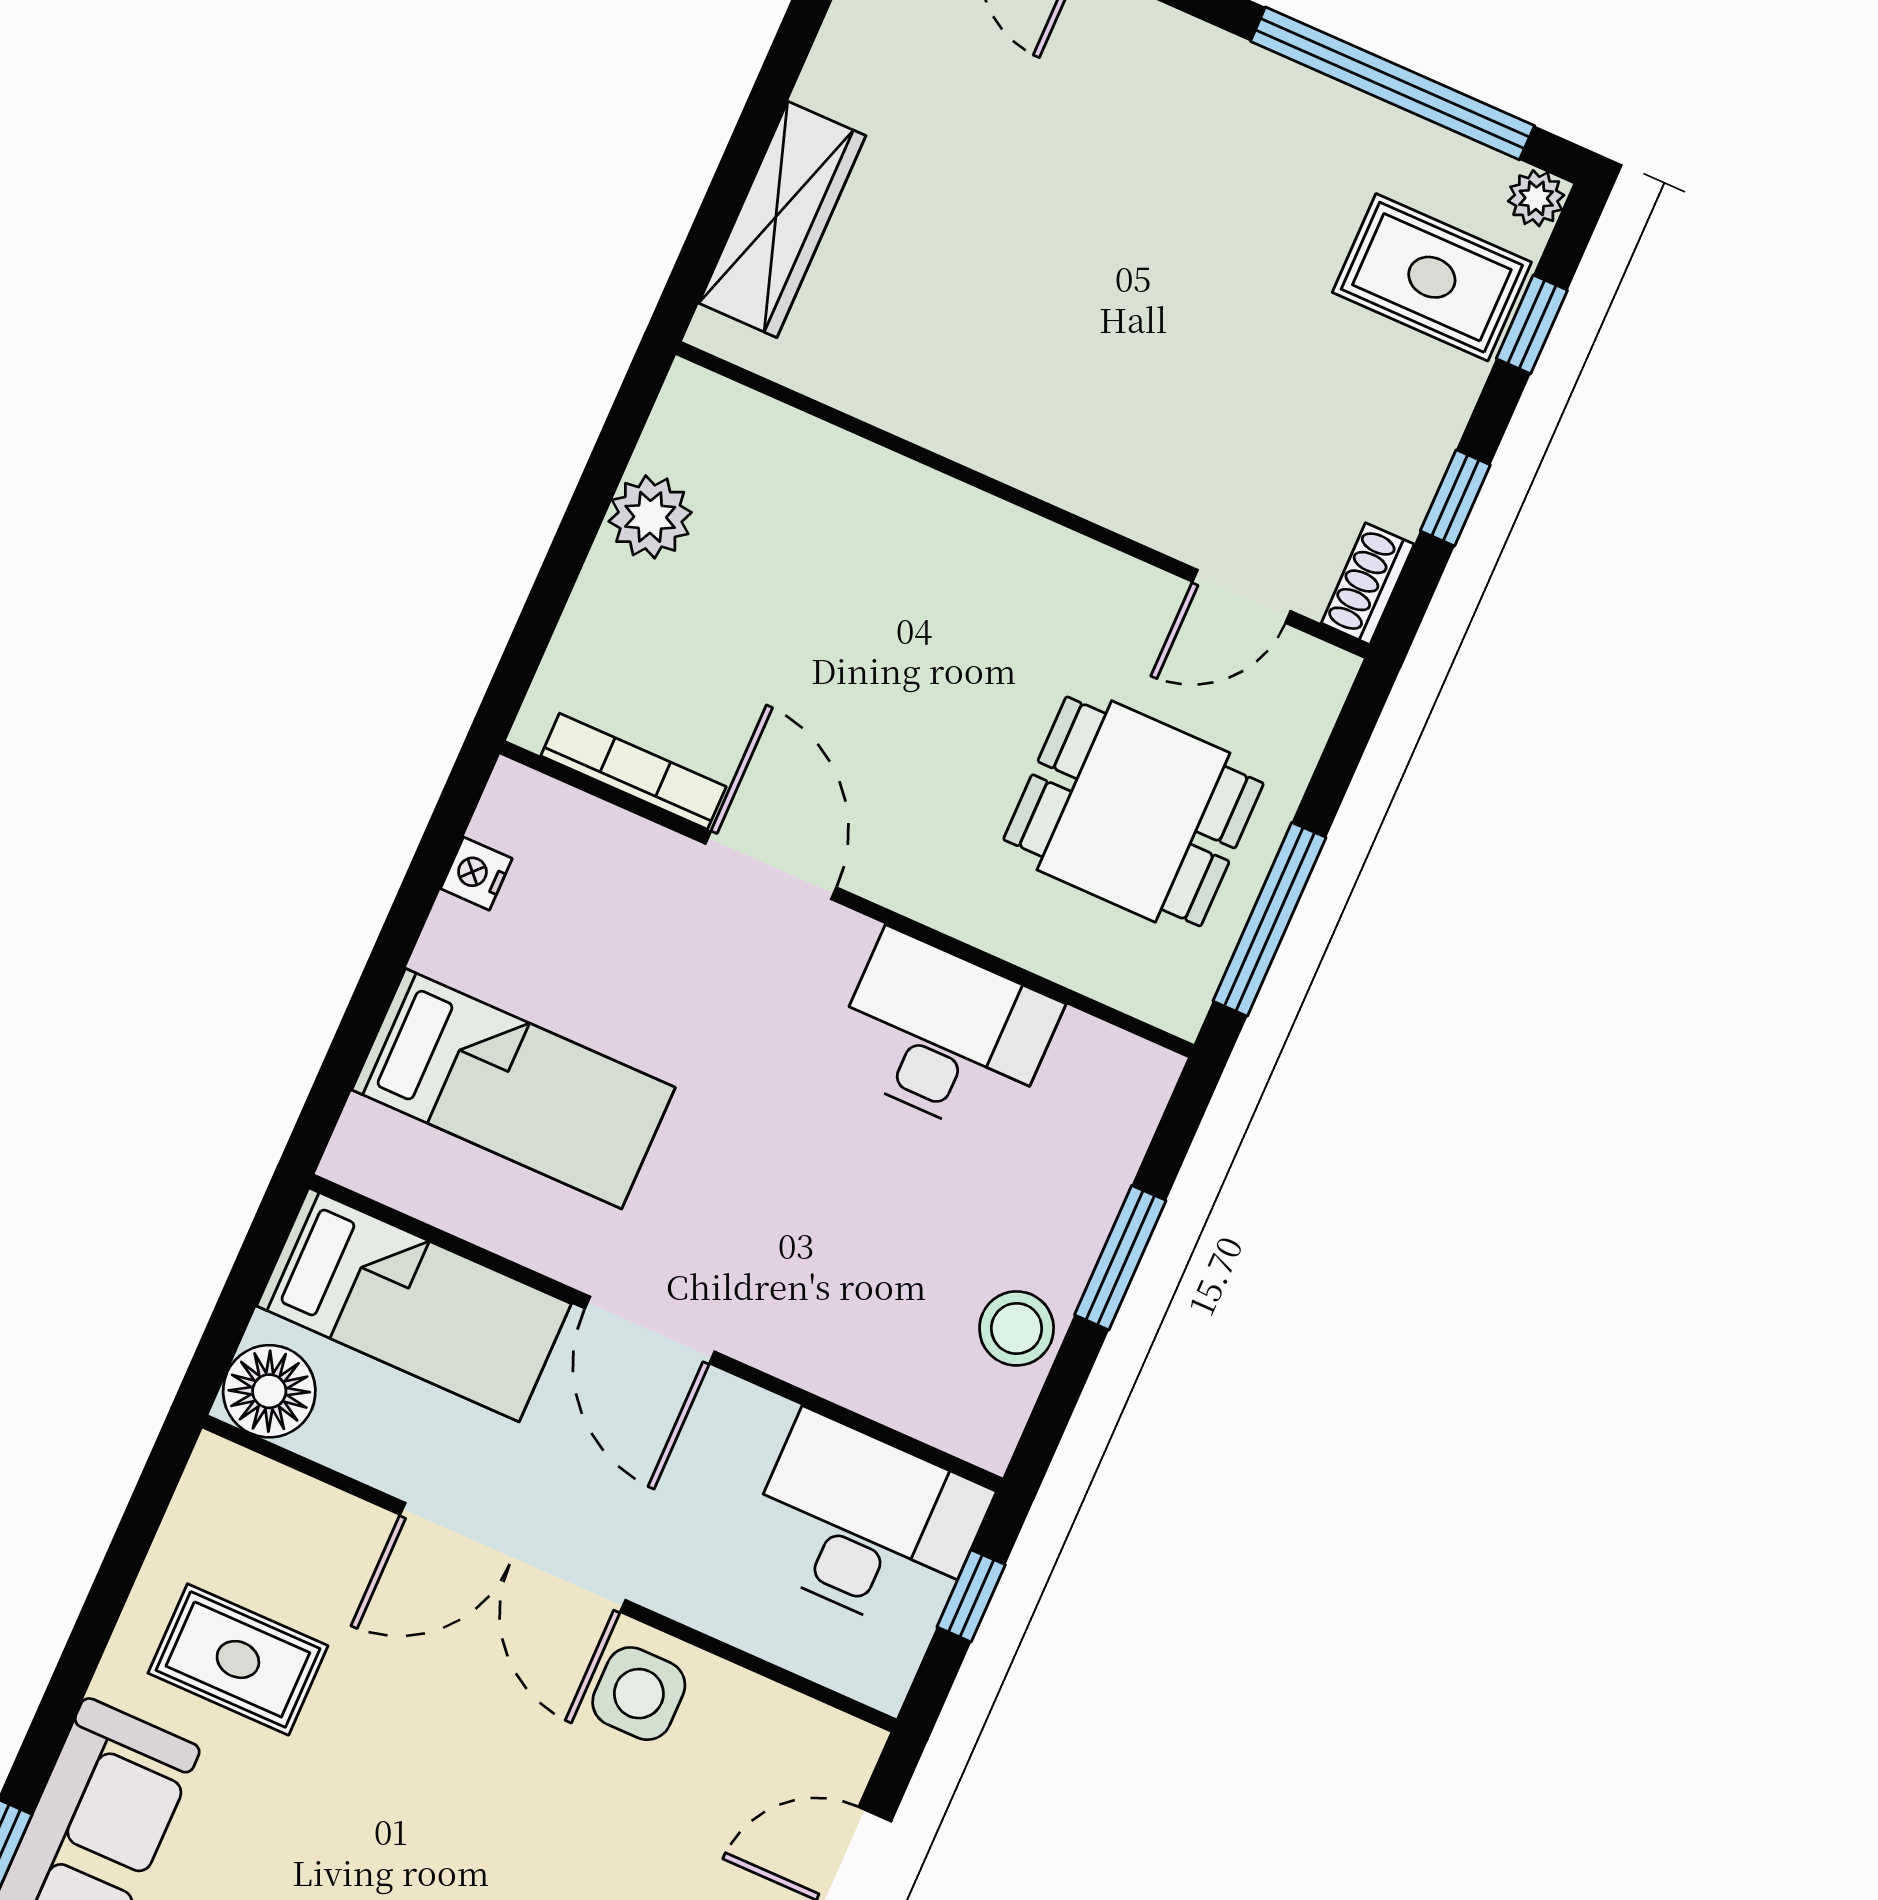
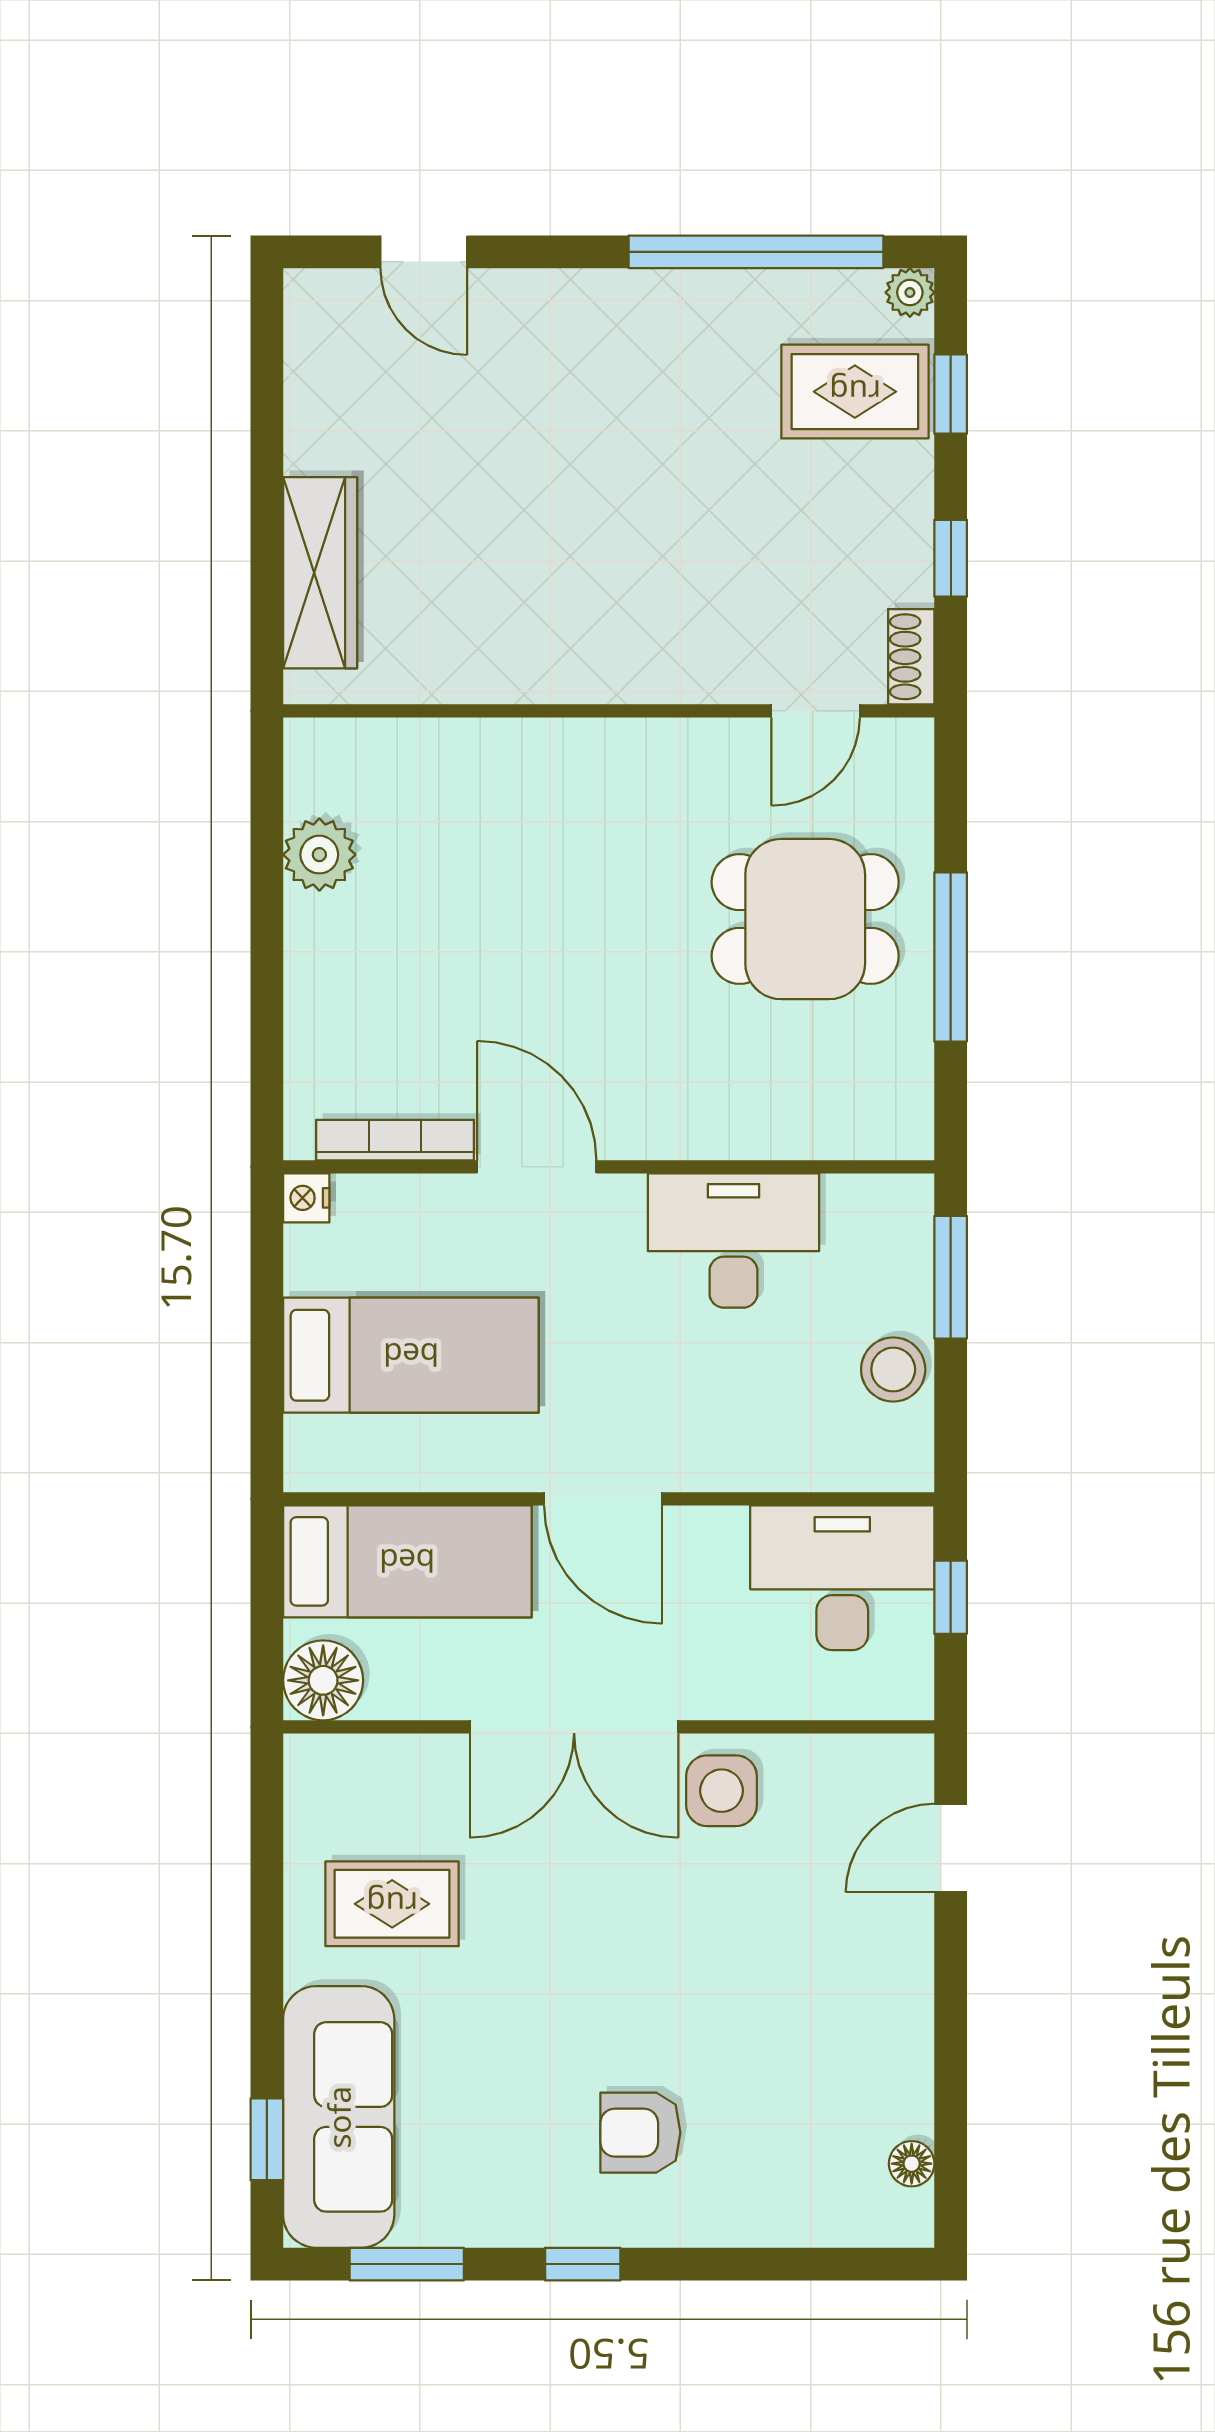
bookcase: (633, 771) -> (395, 1140), moved
door: (771, 866) -> (537, 1167), moved
wall: (847, 899) -> (609, 1167), moved
desk: (944, 1035) -> (733, 1240), moved

